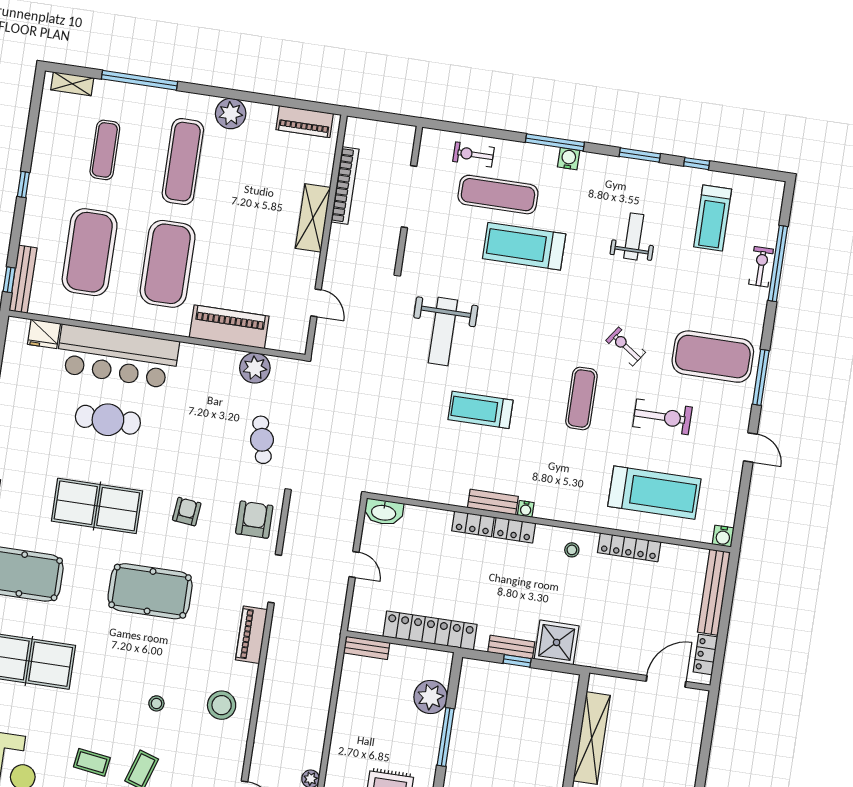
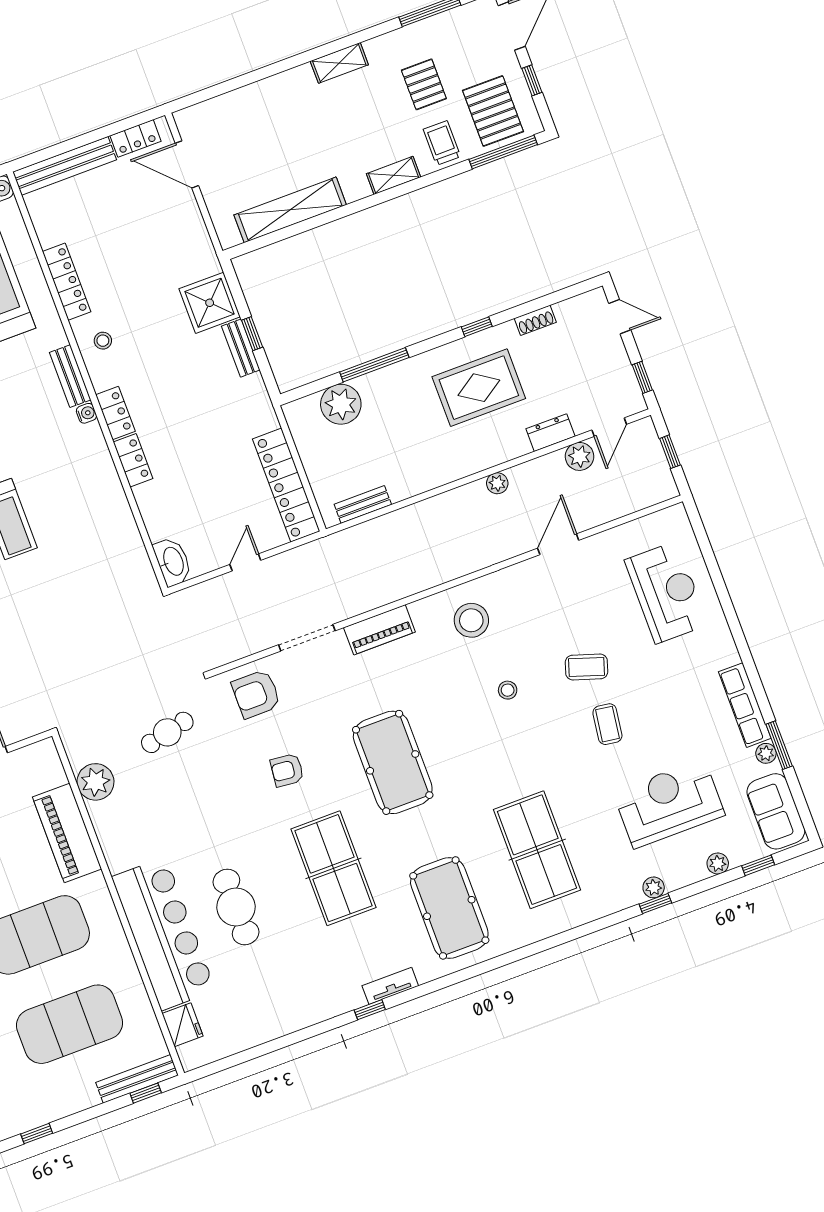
bench: (493, 502) -> (70, 376), moved
locker: (430, 630) -> (286, 485), moved
bench: (367, 648) -> (363, 504), moved, turned 90

